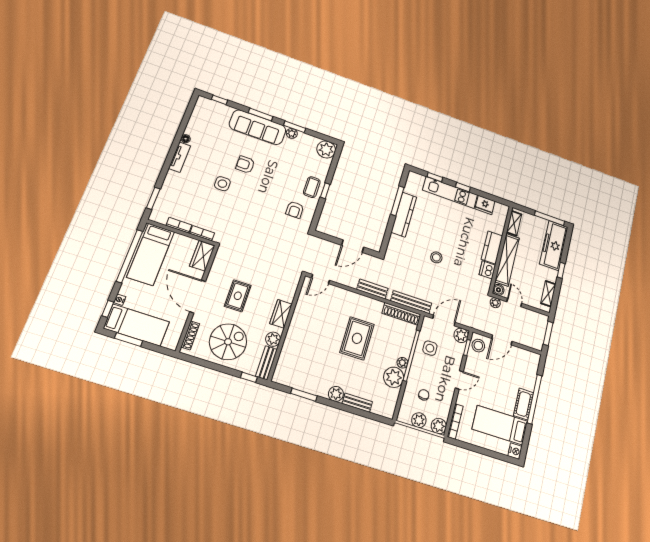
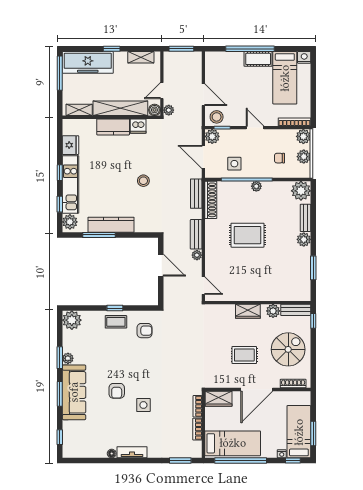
plant: (417, 180) -> (70, 222), added
plant: (352, 283) -> (197, 255), added
bench: (411, 302) -> (196, 194), width x0.73
spiral stairs: (228, 342) -> (288, 349), turned 90
plant: (394, 377) -> (301, 191), moved

